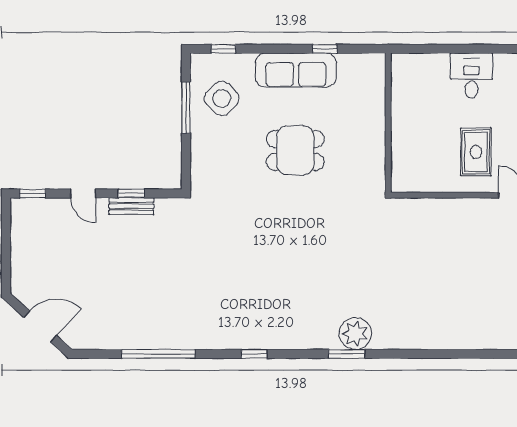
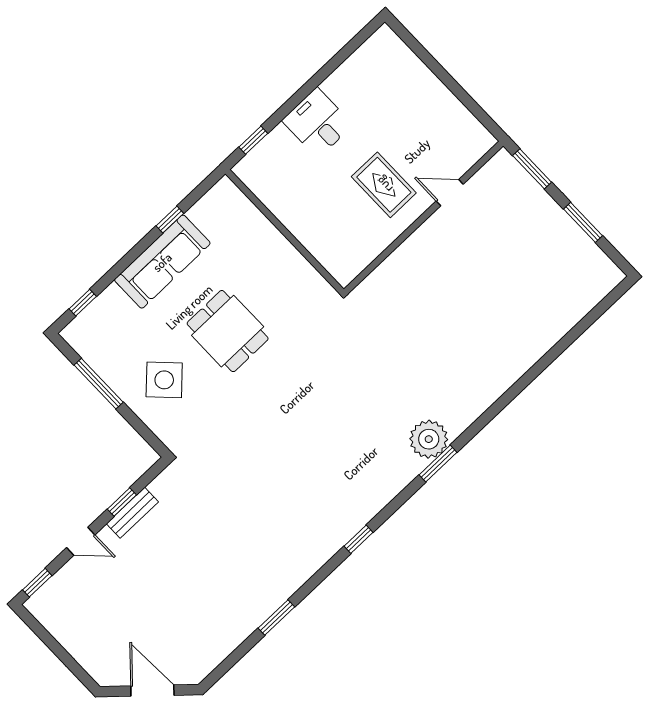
window: (422, 49) -> (253, 140), added
side table: (222, 98) -> (164, 380), moved
dining table: (295, 150) -> (228, 331), turned 90
door: (40, 326) -> (152, 691), hinge flipped
window: (158, 354) -> (276, 618), width x0.47

